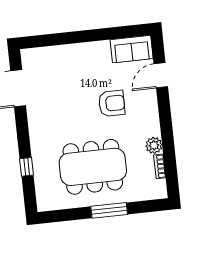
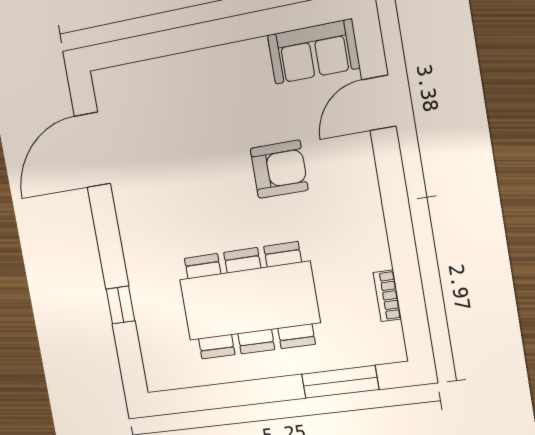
plant: (154, 145) -> (372, 252), removed
window: (109, 210) -> (340, 382), moved

